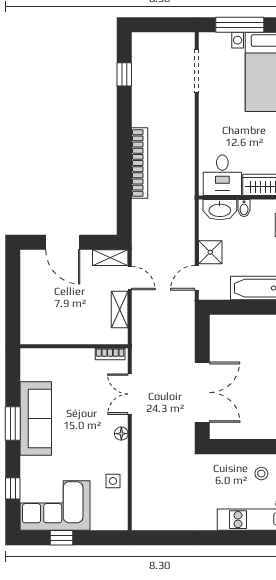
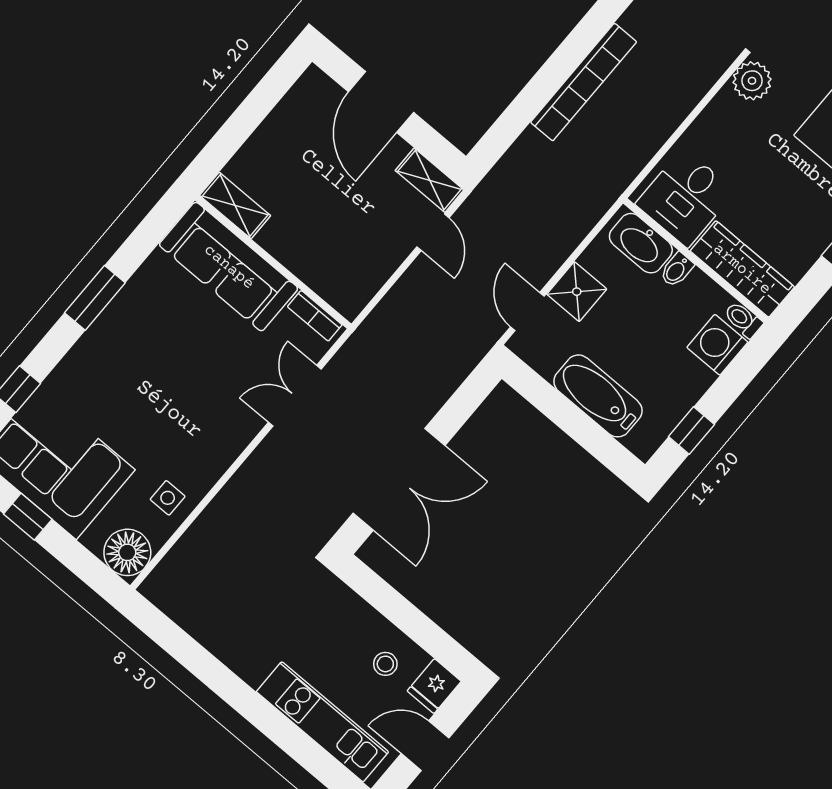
plant: (209, 103) -> (752, 81), added
door: (197, 278) -> (527, 311), hinge flipped
shelving: (120, 310) -> (235, 205), moved, turned 90
sofa: (36, 418) -> (229, 267), moved, turned 90
floor lamp: (121, 434) -> (127, 552), moved, width x1.89, depth x1.89

